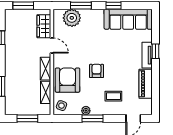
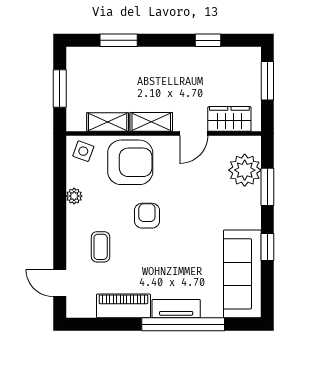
window: (156, 51) -> (183, 324), width x3.17
armchair: (97, 71) -> (147, 216), turned -90
window: (93, 118) -> (60, 208), removed

